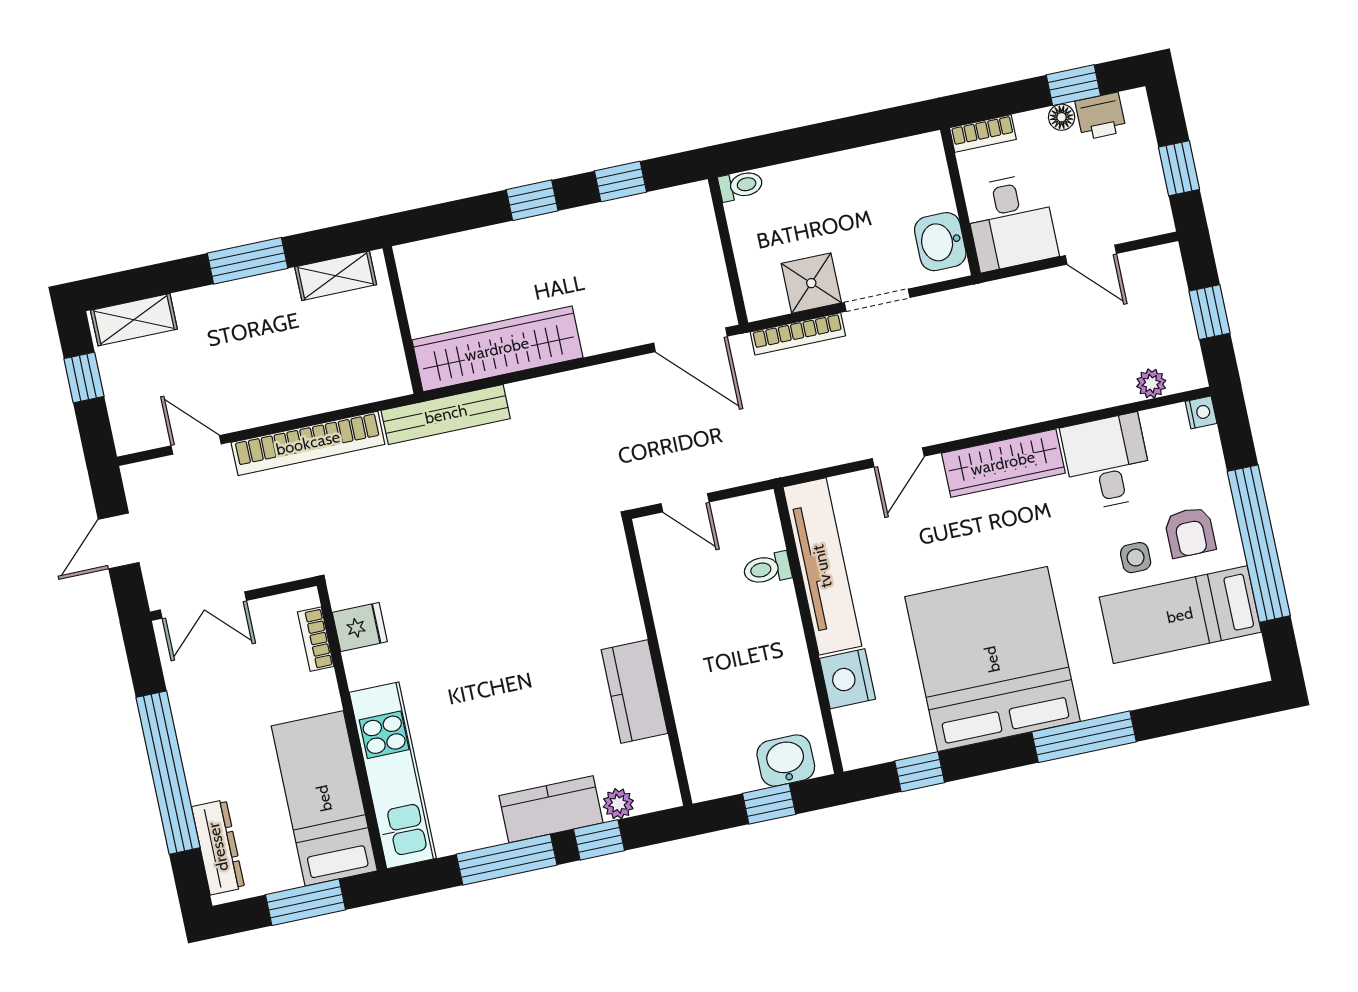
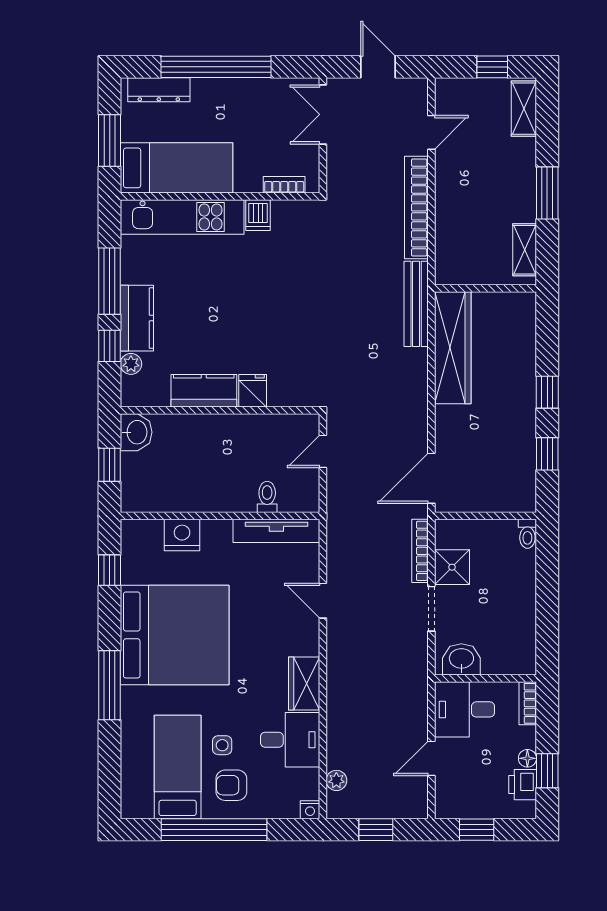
wardrobe: (1003, 463) -> (304, 683), width x0.67
tv unit: (822, 566) -> (276, 531), width x0.73, depth x0.78
fridge: (360, 627) -> (253, 391), moved, turned 180
dishwasher: (367, 667) -> (258, 215), added
washbasin: (786, 761) -> (136, 432), moved

